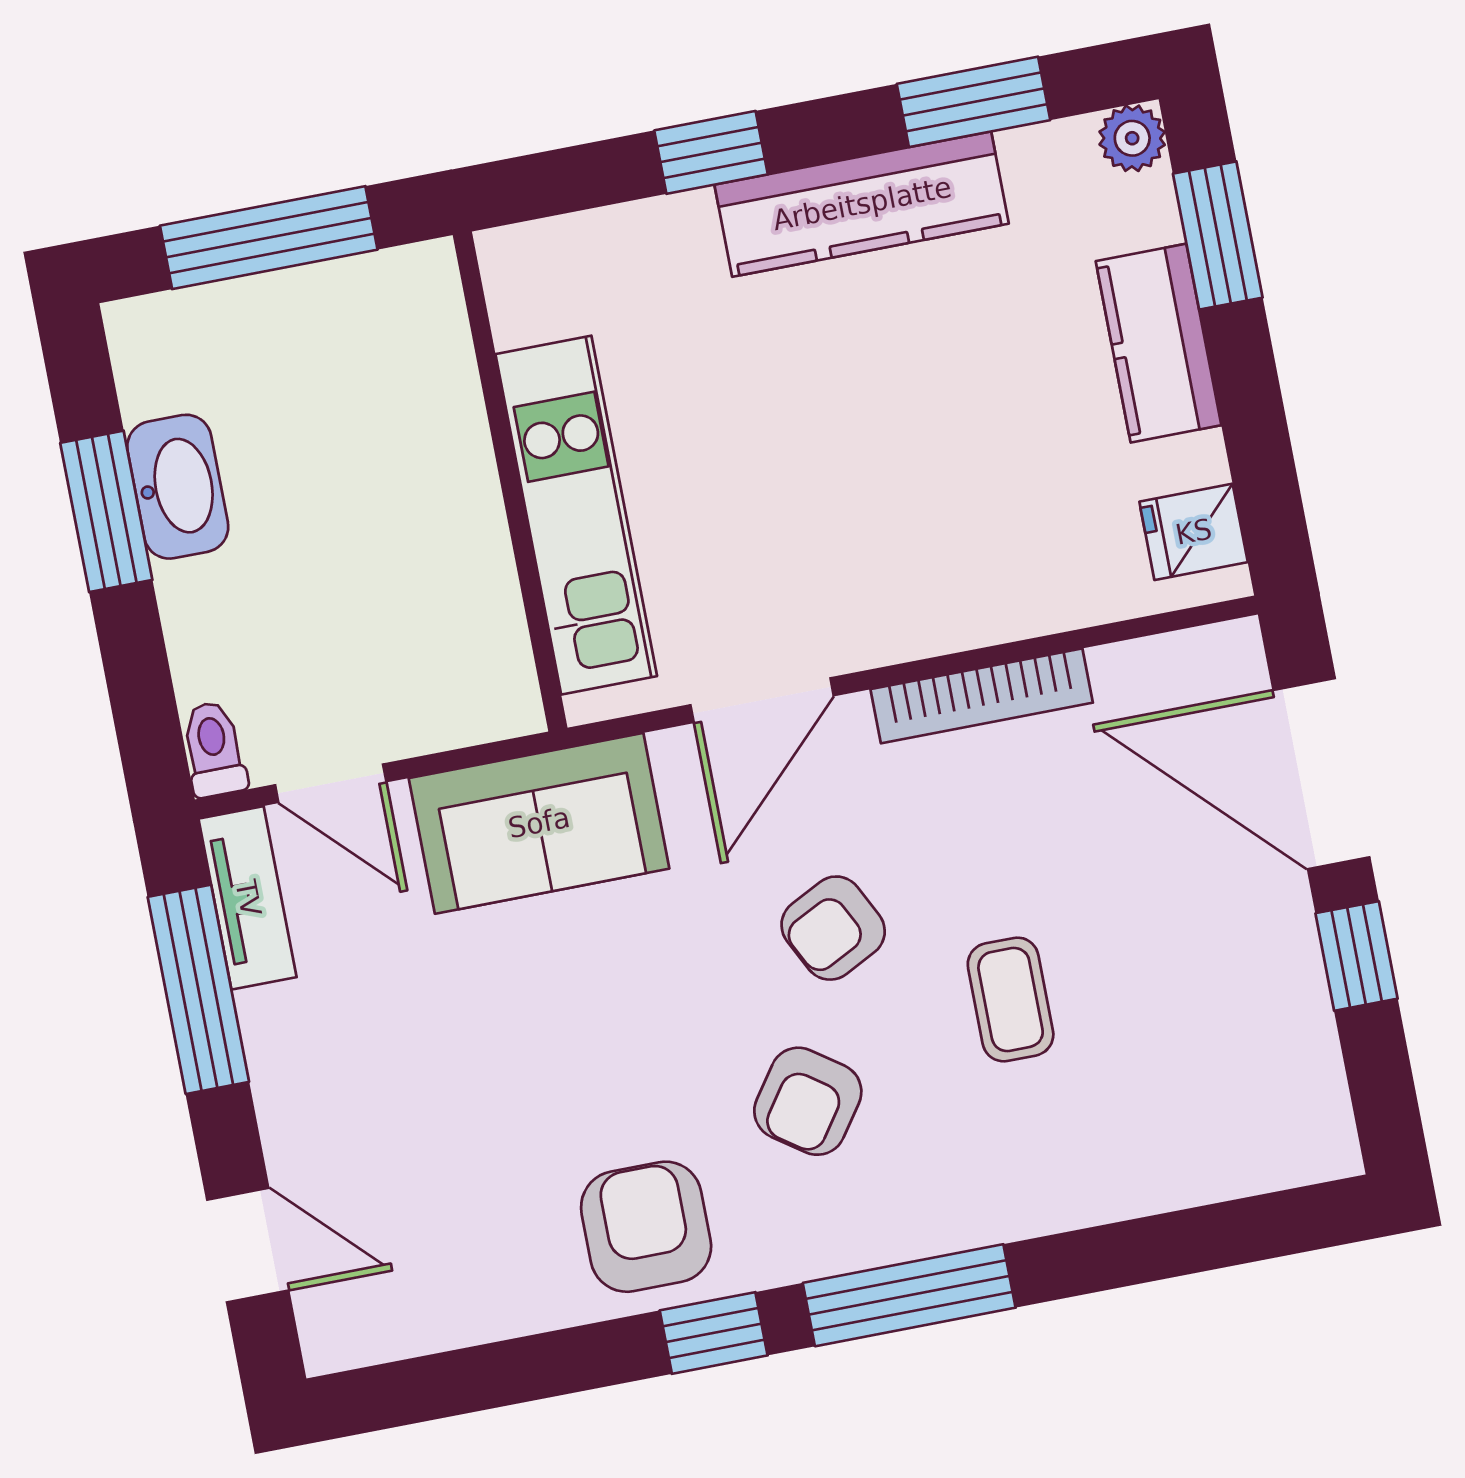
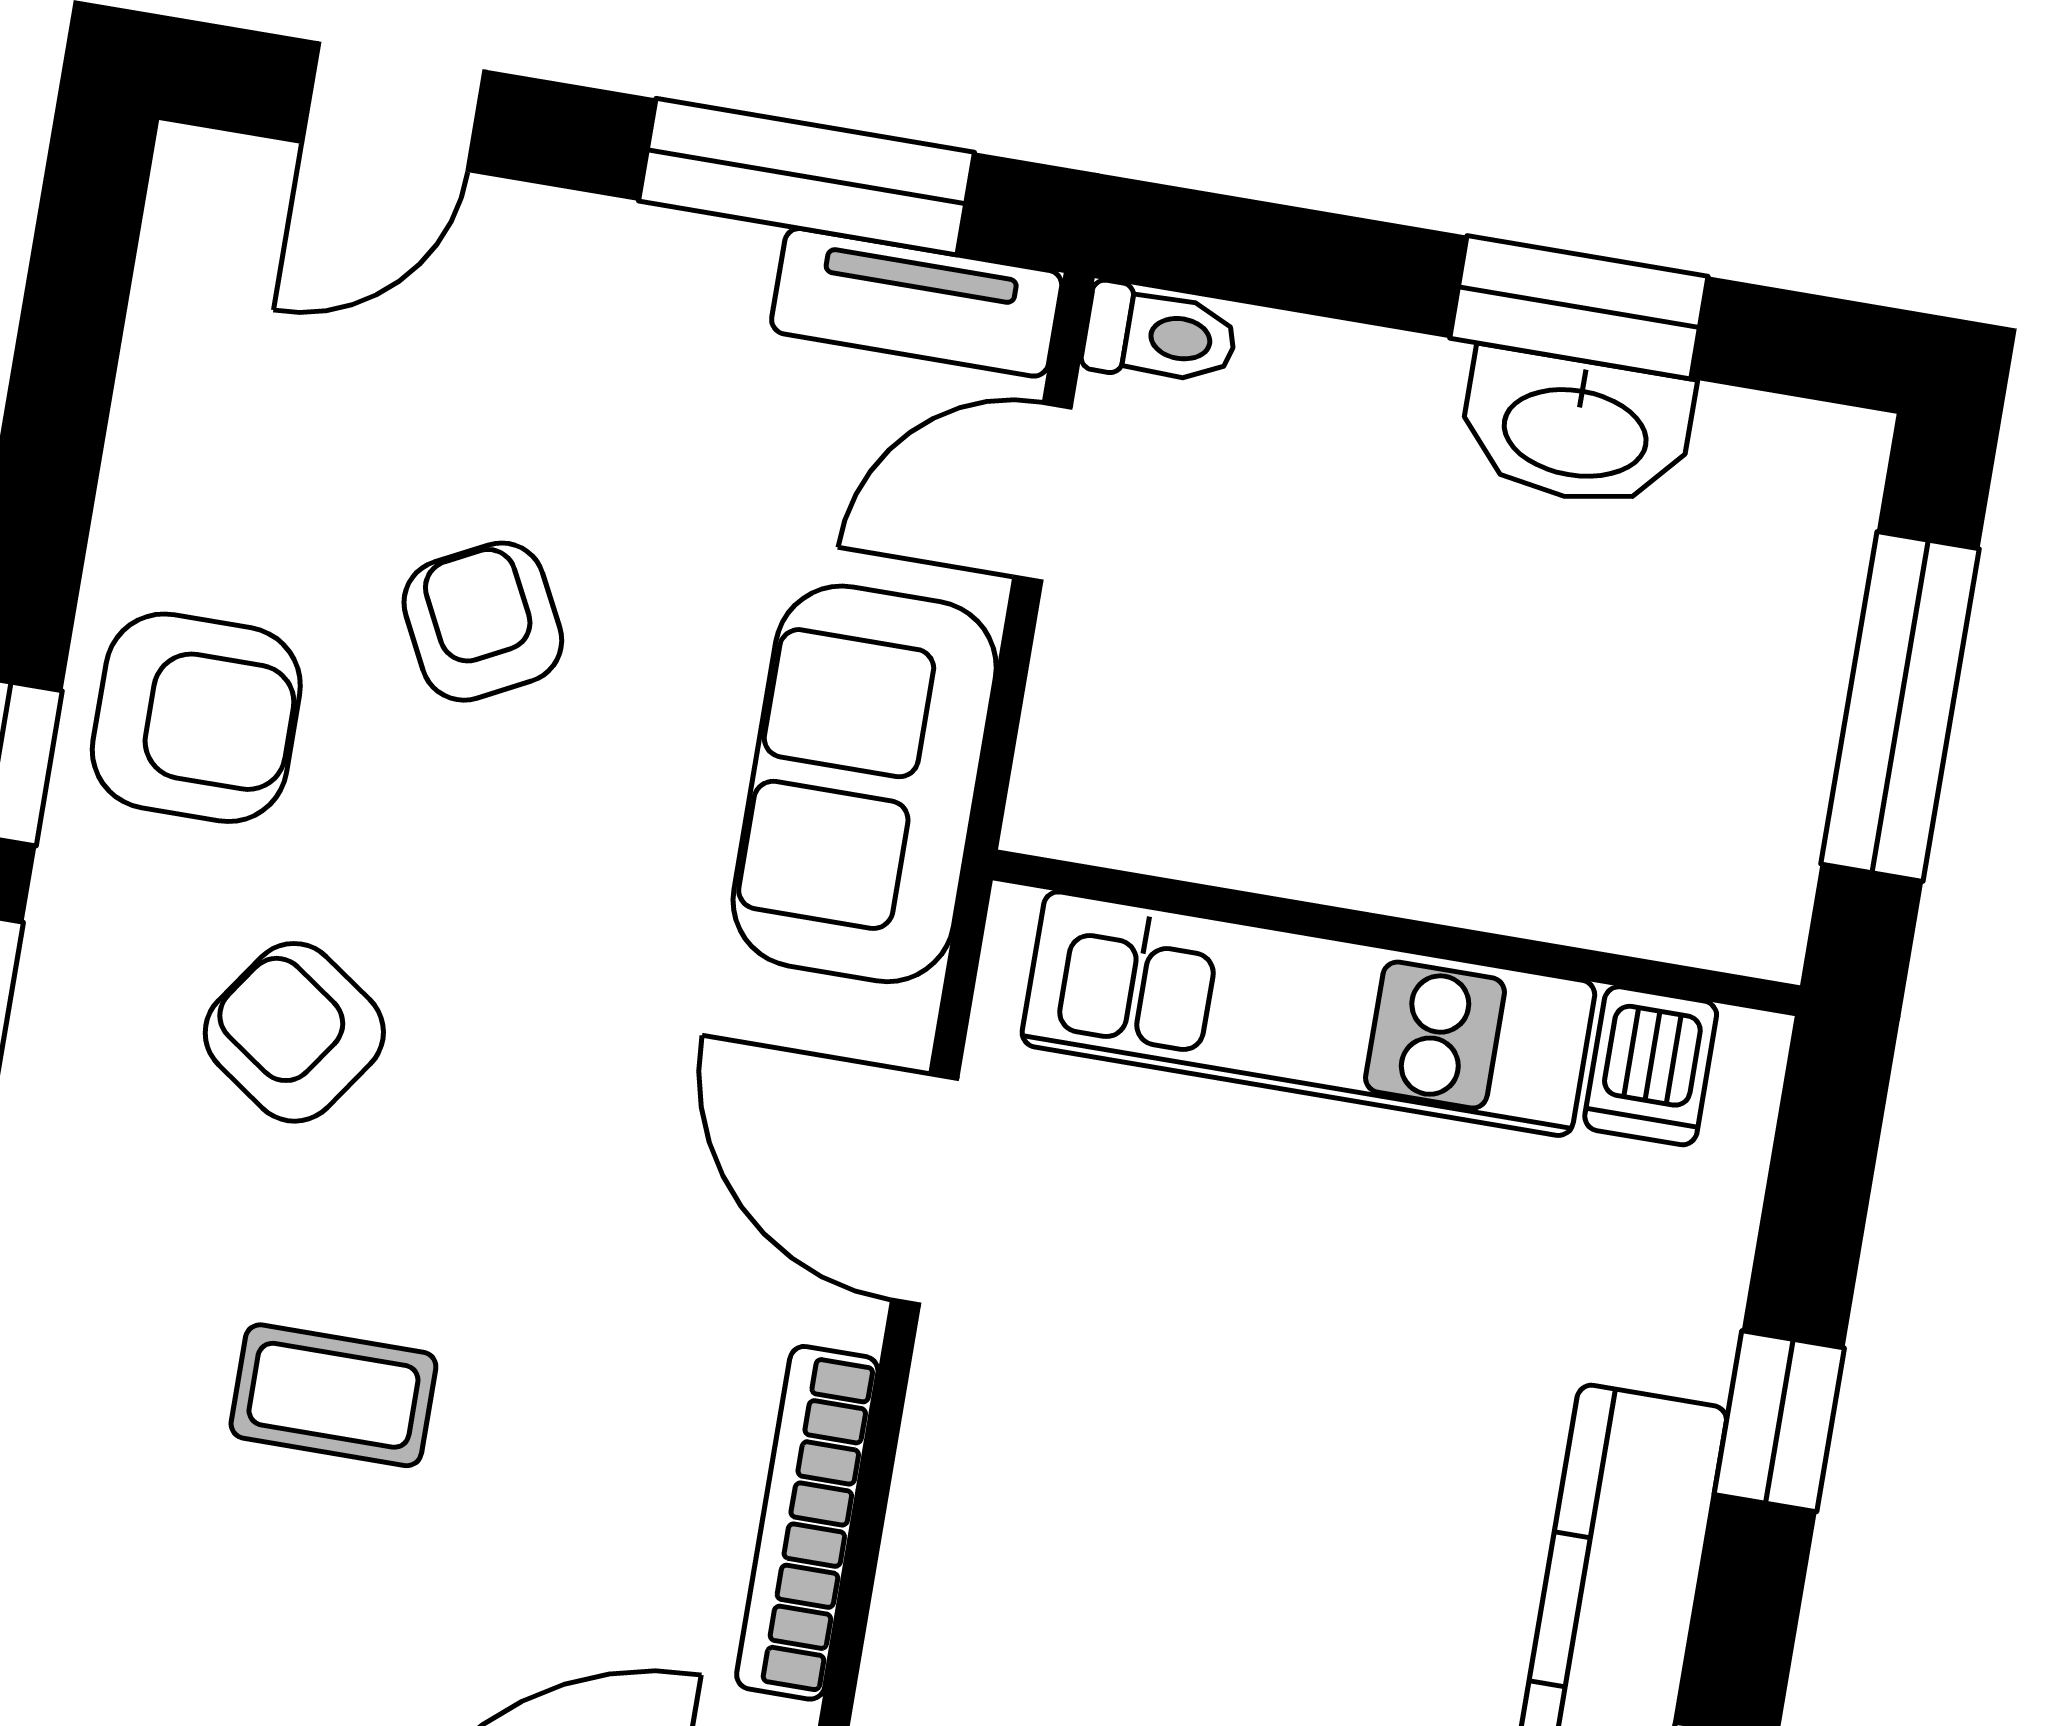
dishwasher: (532, 305) -> (1651, 1066), added
armchair: (833, 928) -> (483, 622), moved

